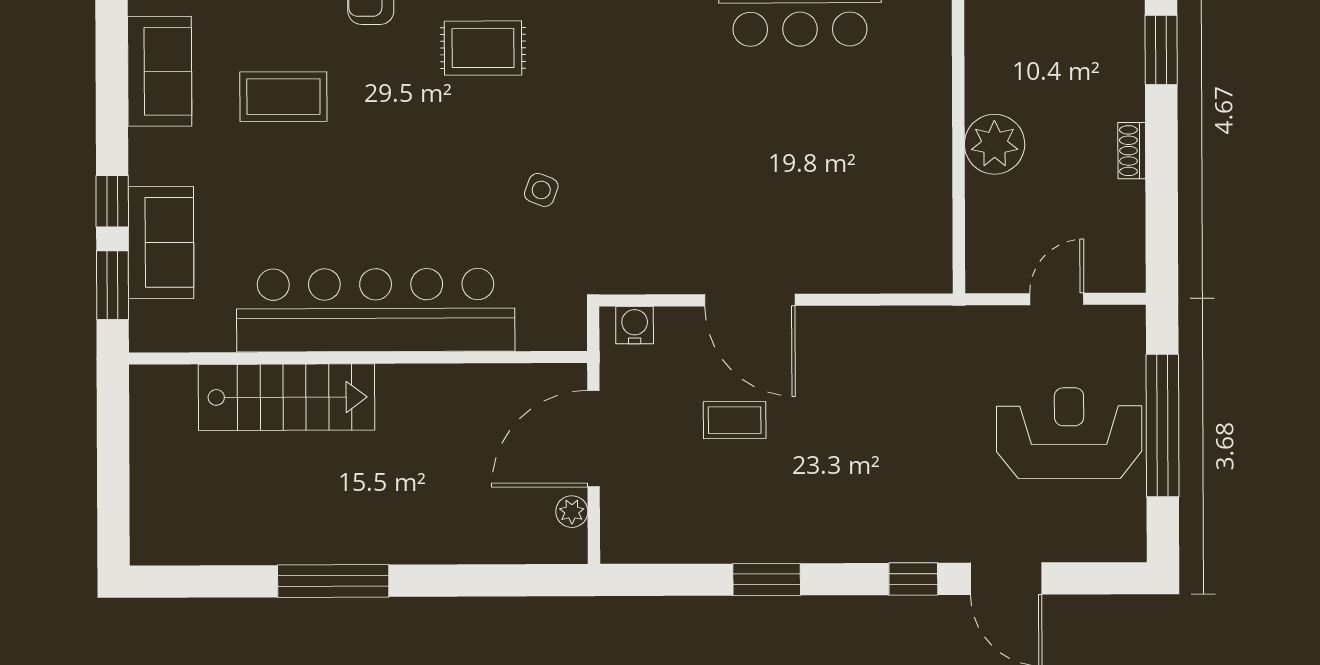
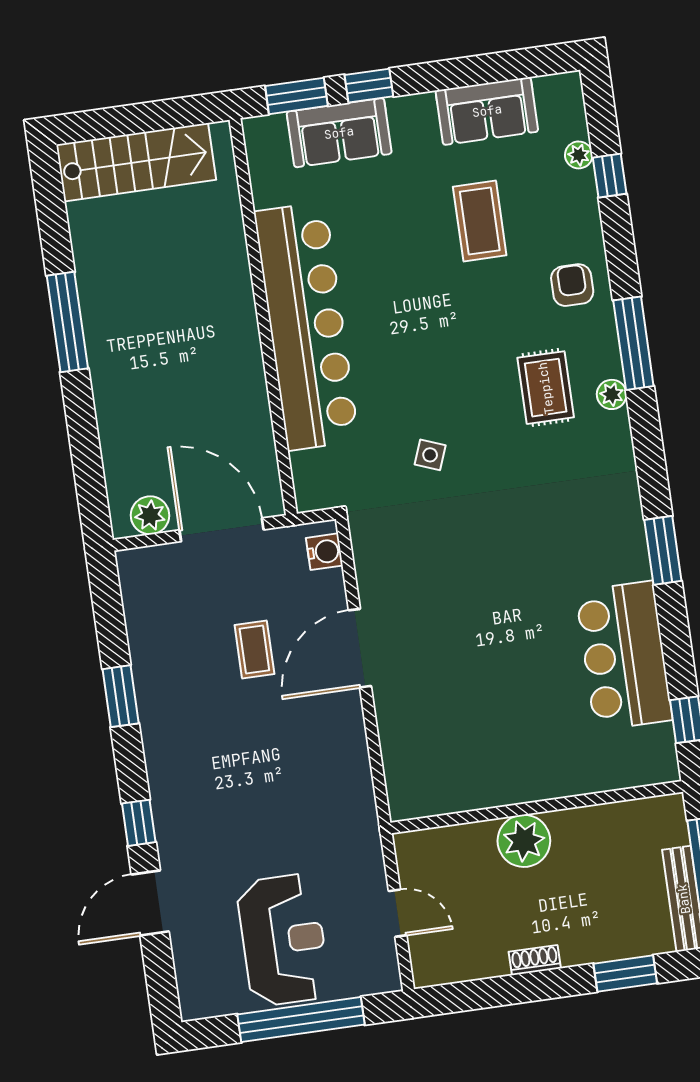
stairs: (287, 397) -> (136, 162), moved, turned -90
plant: (572, 512) -> (150, 515), width x1.38, depth x1.38

